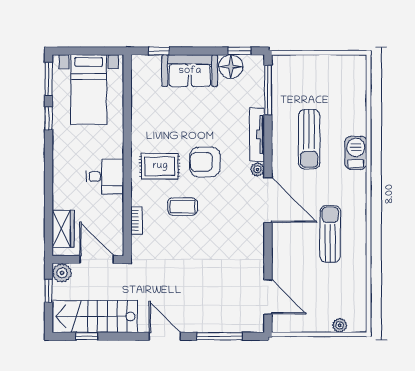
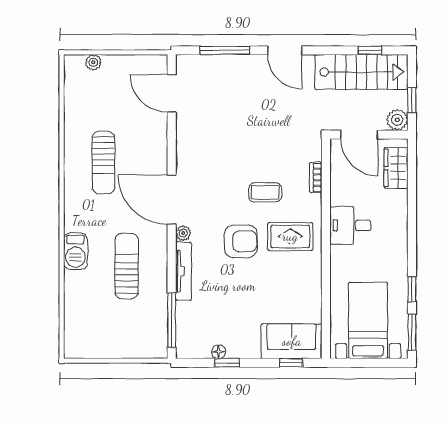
window: (239, 51) -> (227, 363), moved
floor lamp: (231, 67) -> (218, 352), width x0.53, depth x0.53
sofa: (190, 71) -> (292, 341), moved

